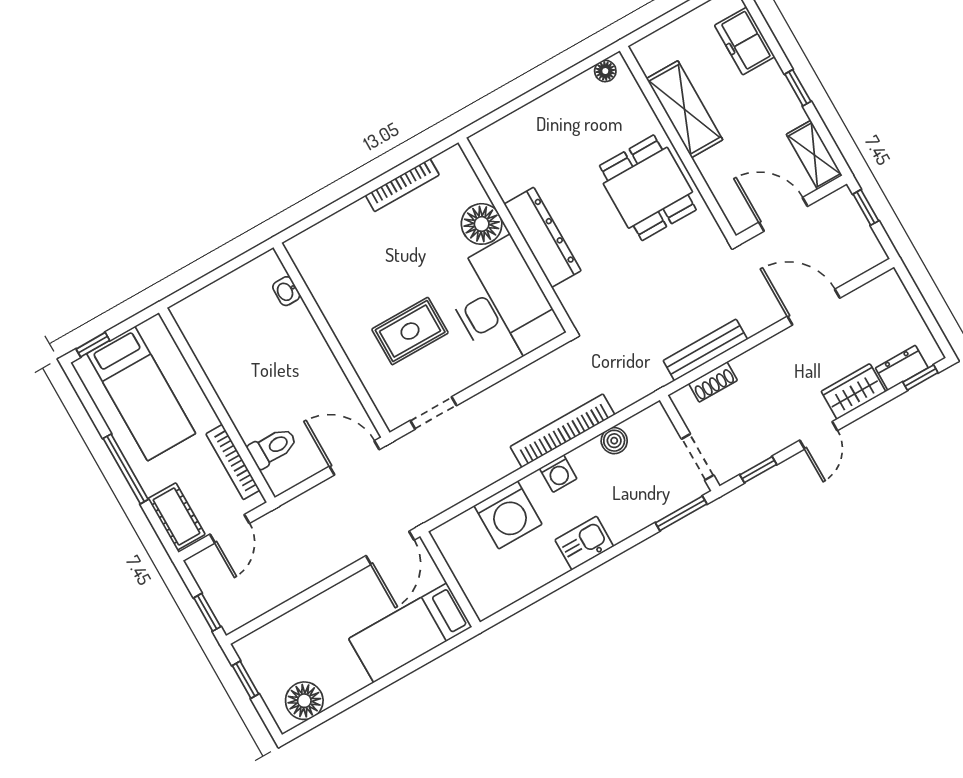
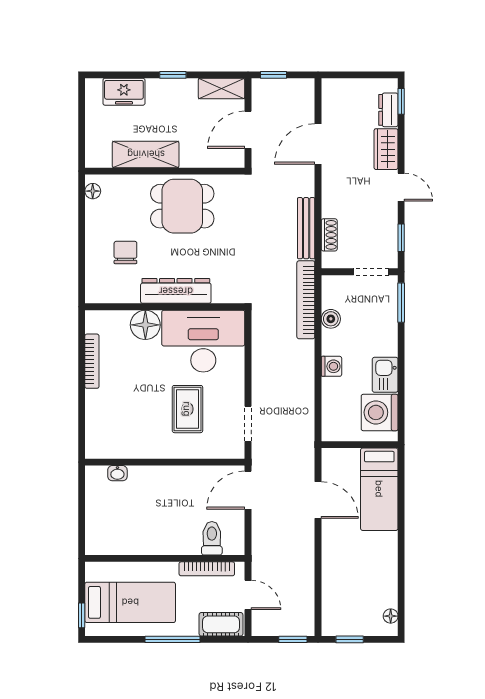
chair: (554, 151) -> (125, 253), added
bookcase: (563, 431) -> (306, 300), moved
washing machine: (508, 515) -> (380, 412), moved, turned 180
wall: (450, 579) -> (360, 445), moved
bed: (410, 633) -> (379, 489), moved
floor lamp: (304, 701) -> (391, 616), width x0.53, depth x0.53

